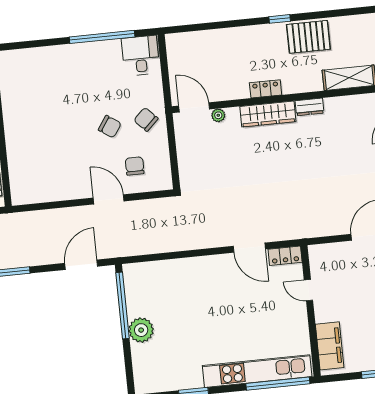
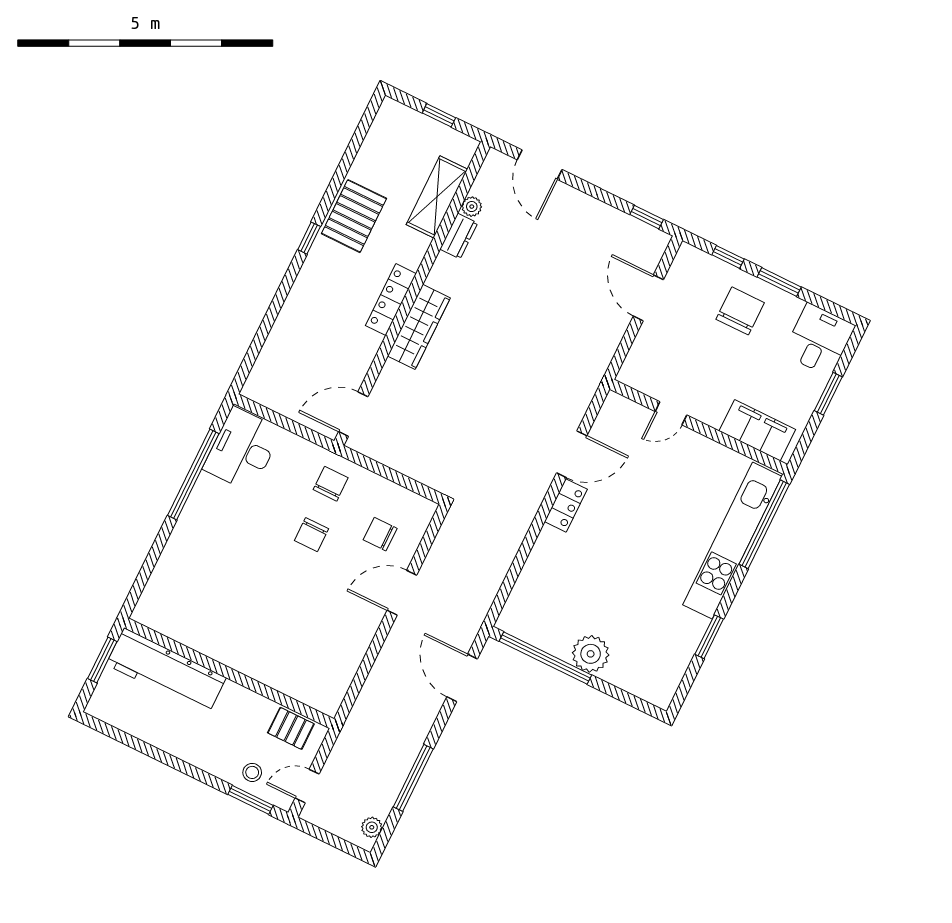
desk: (141, 56) -> (242, 449), width x1.37
locker: (266, 89) -> (391, 300), width x1.53
dresser: (310, 107) -> (459, 236), moved
plant: (218, 115) -> (472, 207), moved
chair: (146, 119) -> (331, 484), turned 134
chair: (110, 127) -> (311, 535), turned 146
locker: (285, 256) -> (566, 505), moved

